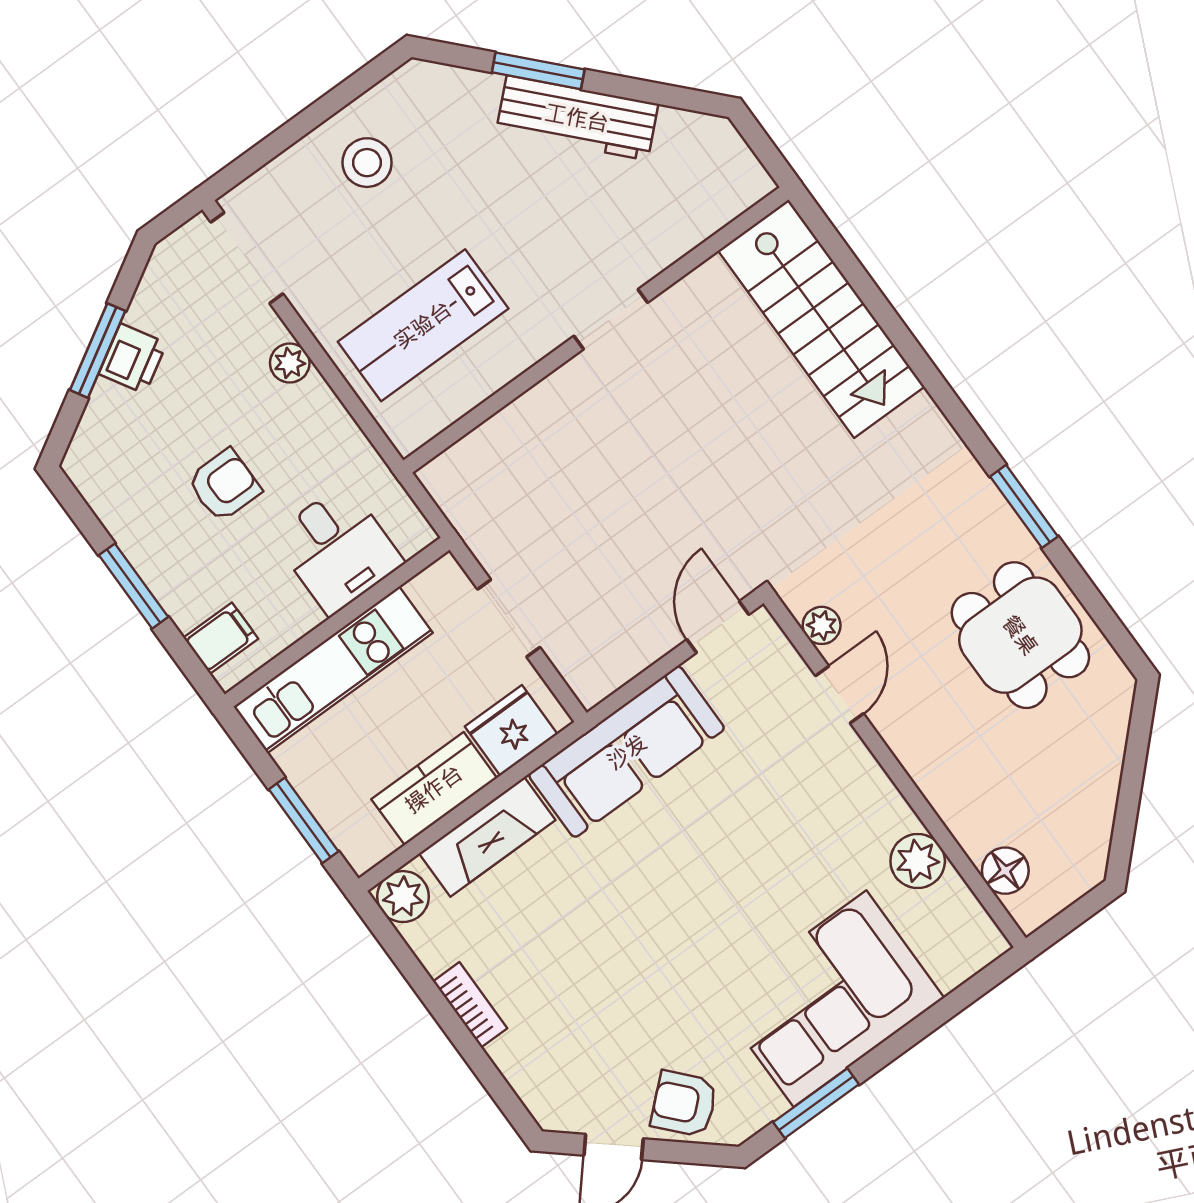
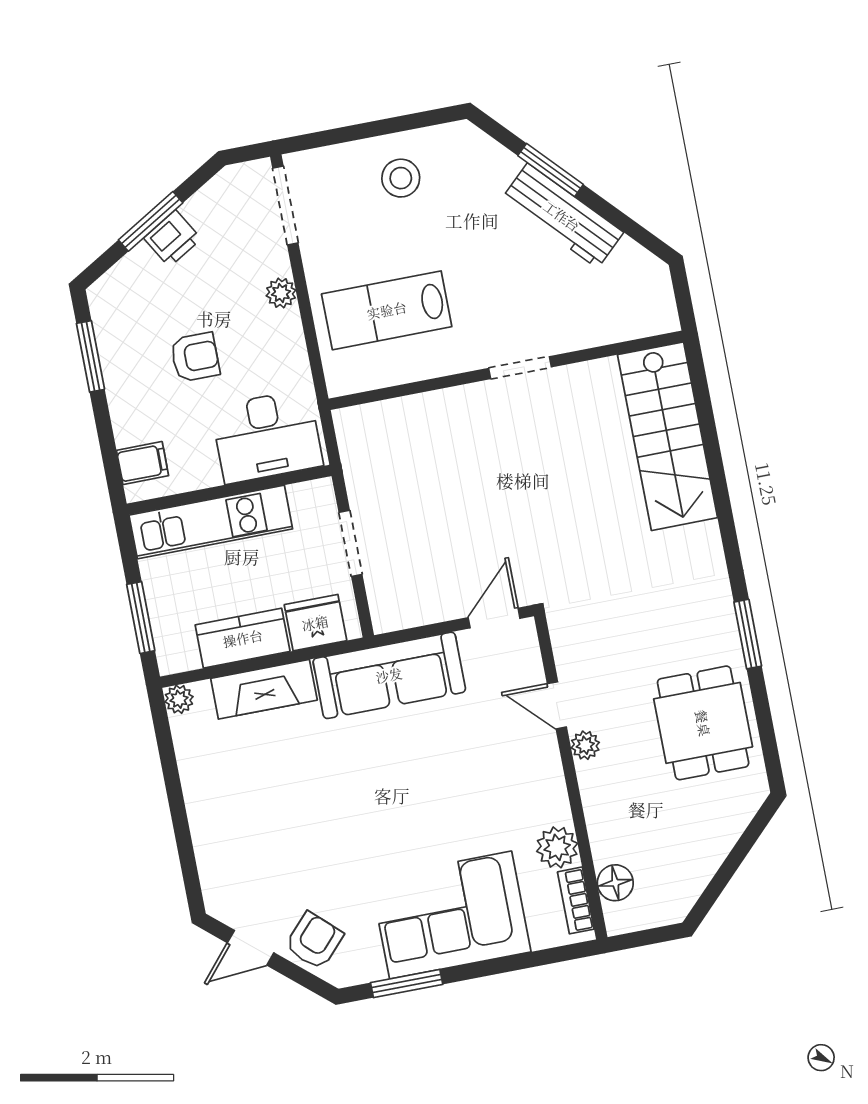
desk: (338, 549) -> (267, 436), width x1.37
window: (133, 586) -> (90, 356), moved
plant: (822, 625) -> (585, 745), moved
door: (839, 695) -> (557, 705), swing flipped
plant: (403, 897) -> (179, 699), width x0.73, depth x0.73
bookcase: (470, 1005) -> (576, 900), moved, turned 180
armchair: (684, 1104) -> (314, 941), turned 85

